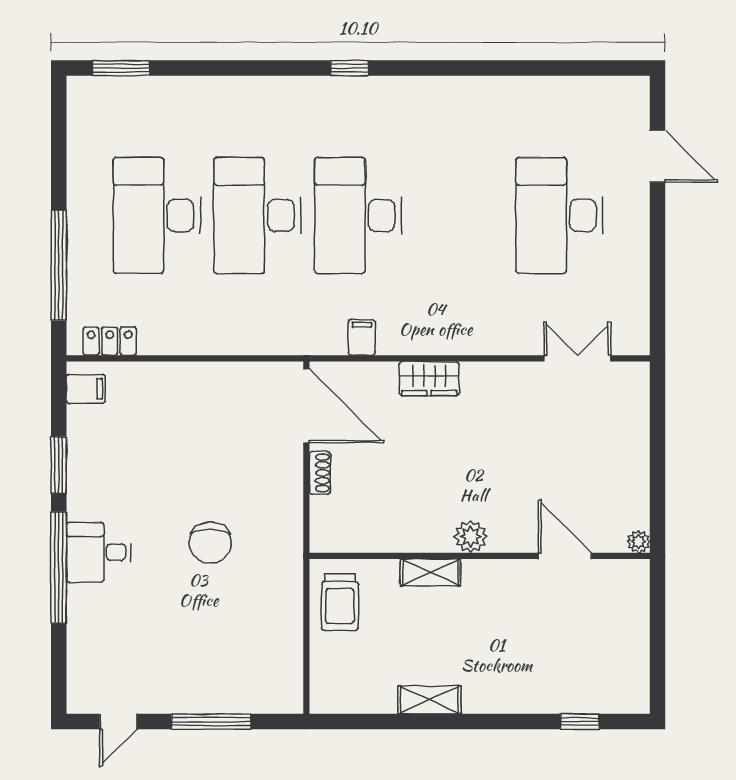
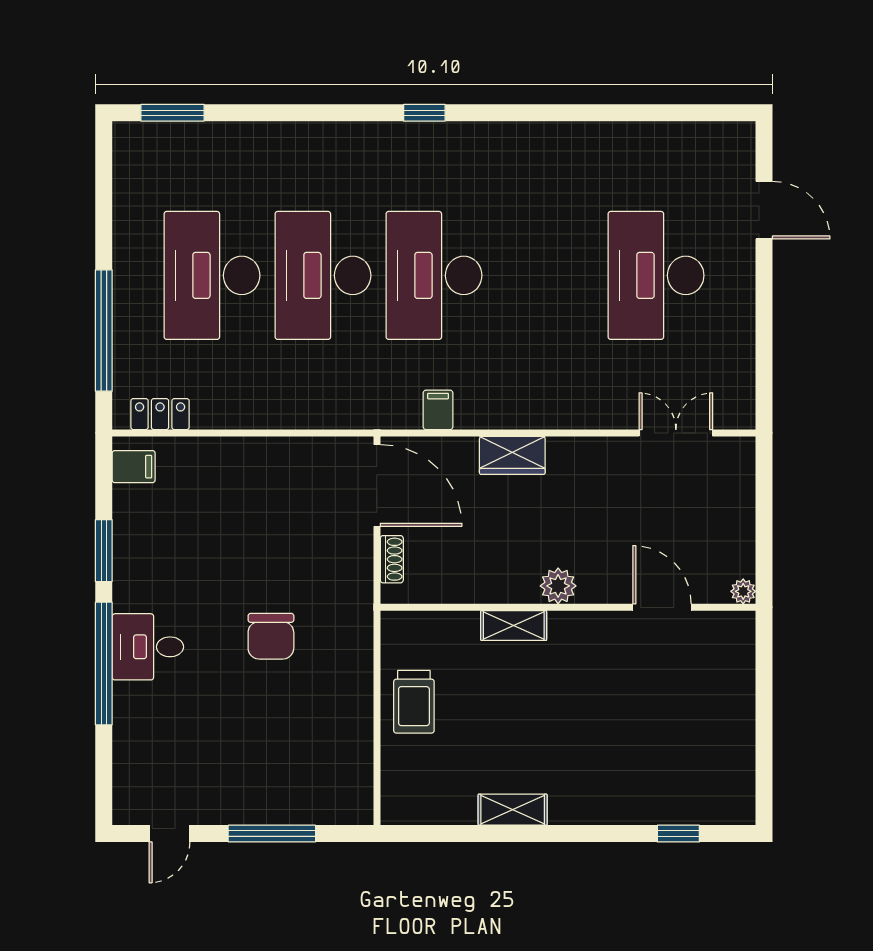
plant: (471, 537) -> (558, 586), moved
plant: (639, 542) -> (743, 591), moved
wall: (480, 556) -> (568, 607), moved
door: (565, 556) -> (662, 607), moved
shelving: (430, 572) -> (514, 625), moved

